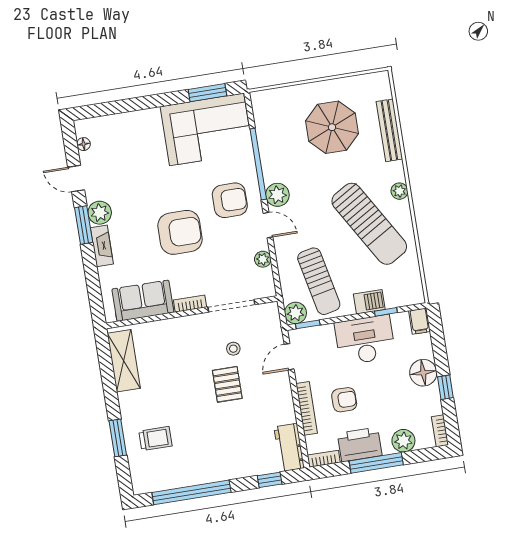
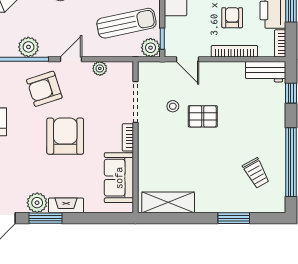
plant: (277, 195) -> (28, 47), moved
armchair: (230, 200) -> (44, 89), turned -108
trolley: (155, 439) -> (256, 173), moved, turned 151

